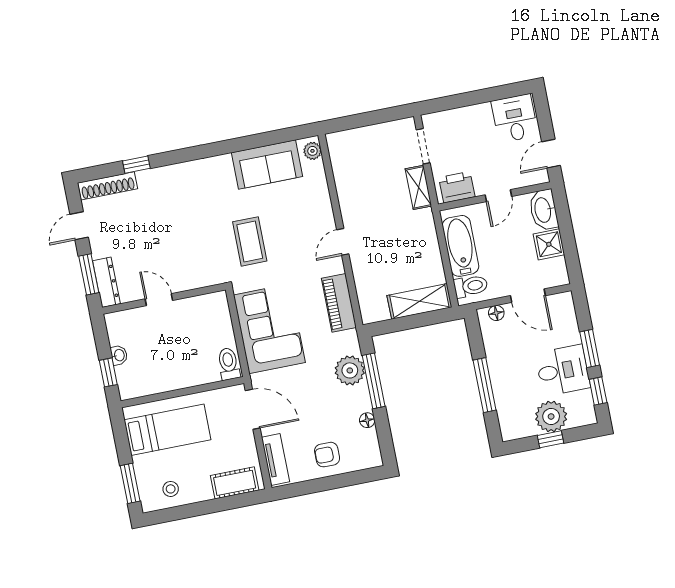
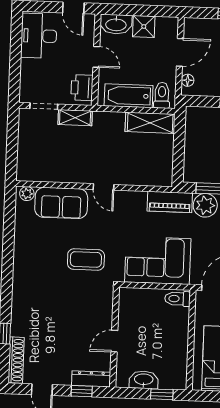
desk: (515, 118) -> (39, 36), width x1.37
sofa: (267, 164) -> (61, 203), moved, turned 90
window: (89, 274) -> (82, 391), width x0.67
shelving: (419, 301) -> (150, 123), moved, turned 90
piano: (339, 303) -> (170, 202), moved
washbasin: (119, 355) -> (144, 380), width x1.91, depth x1.45

